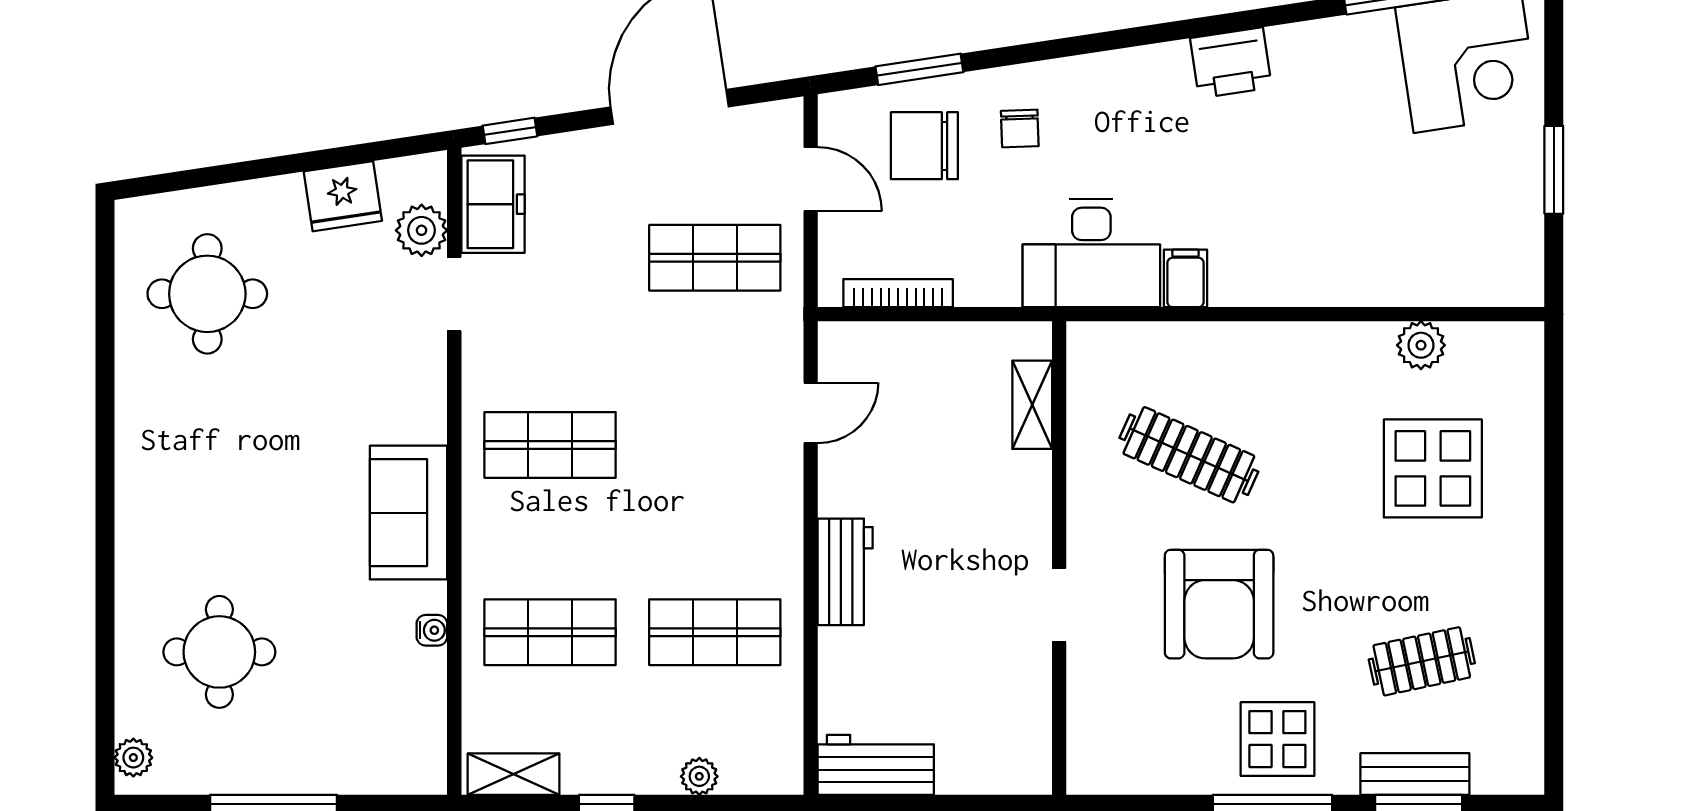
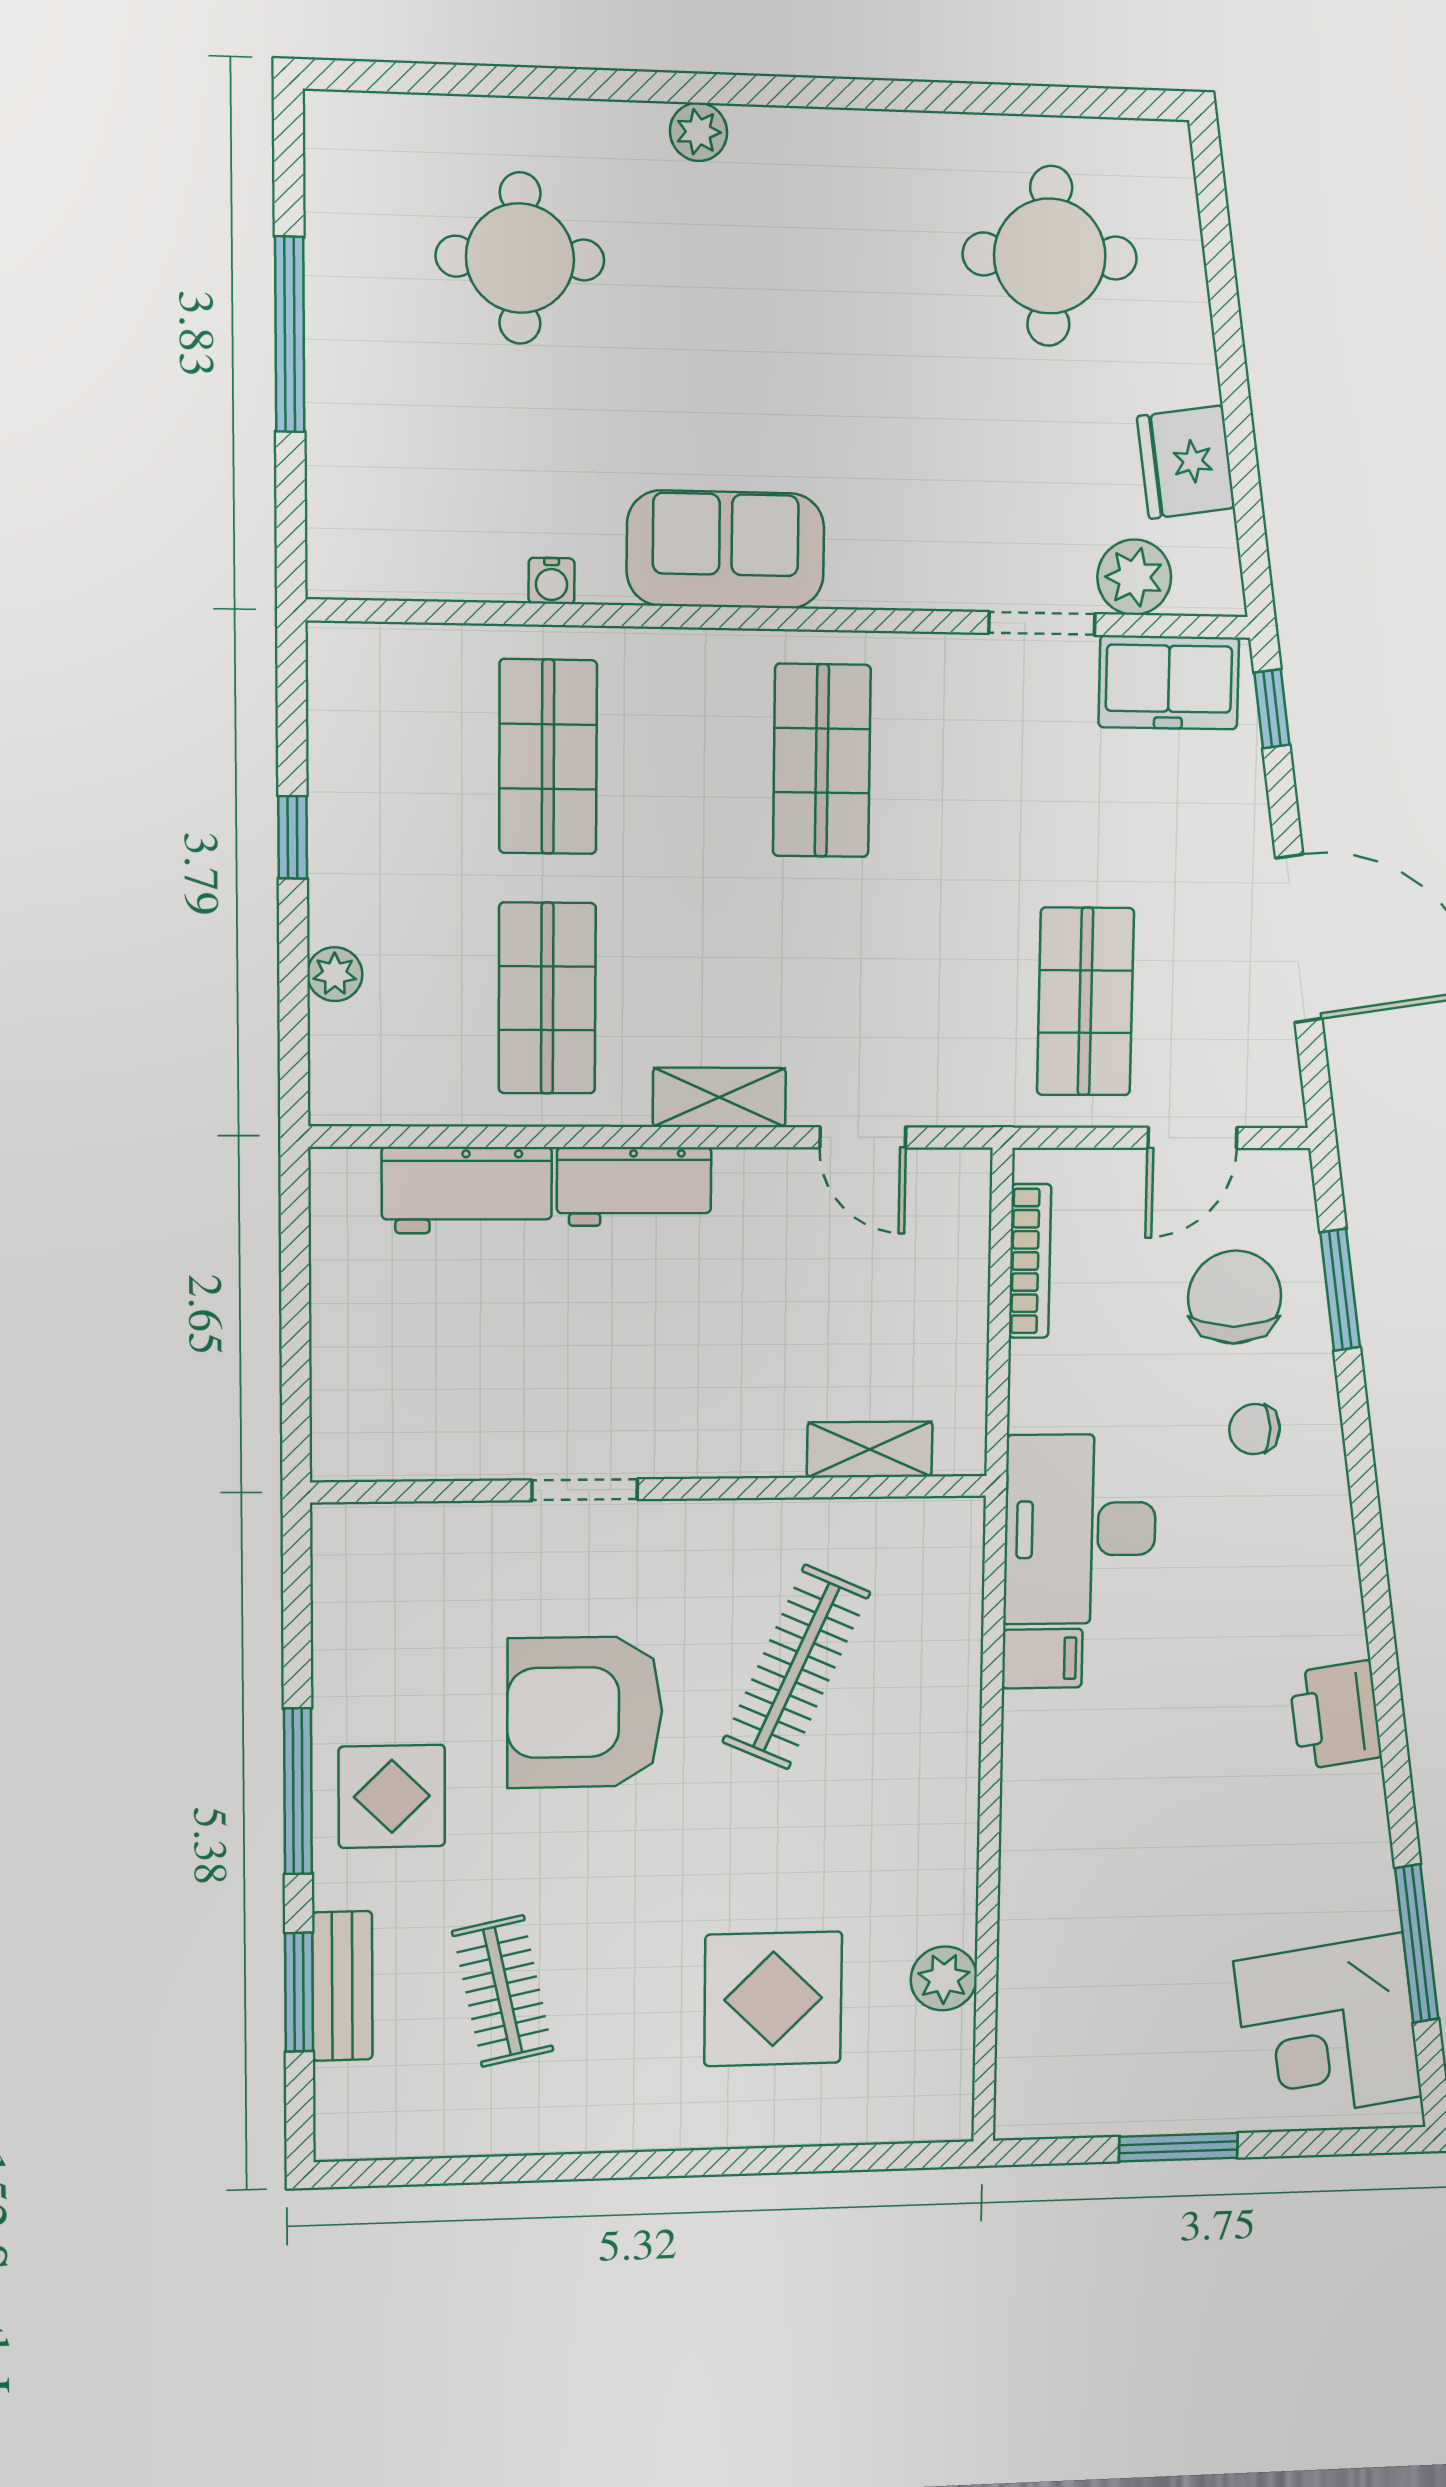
plant: (133, 758) -> (698, 132), moved
workbench: (876, 765) -> (467, 1190), moved, turned 90
shelving: (514, 774) -> (719, 1097), moved, turned 90

